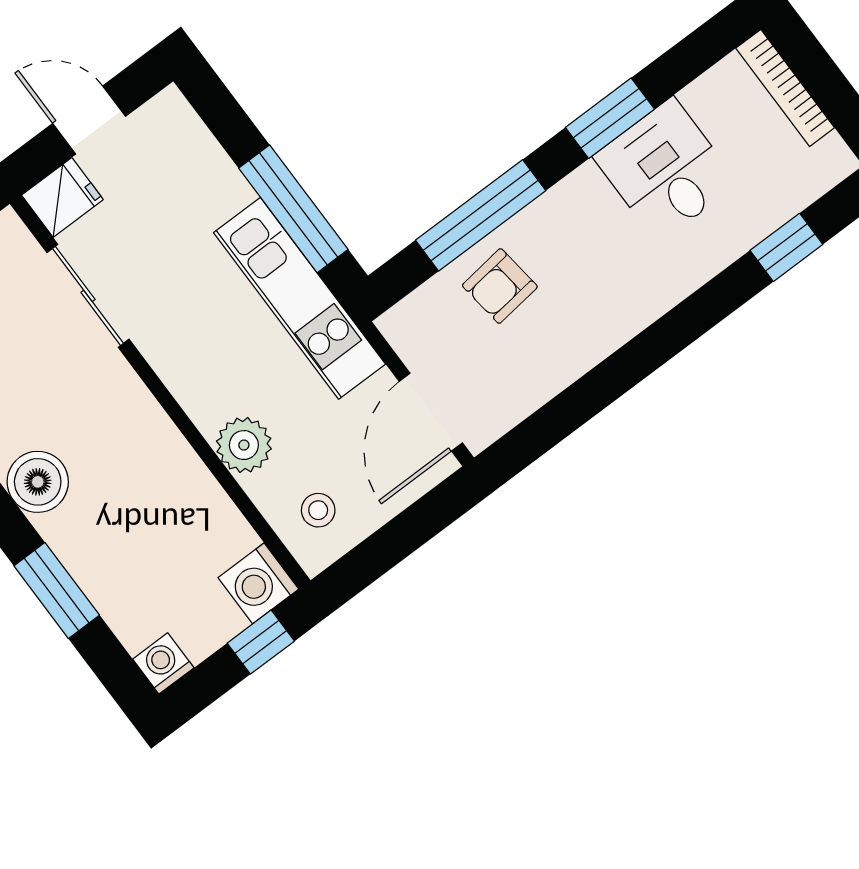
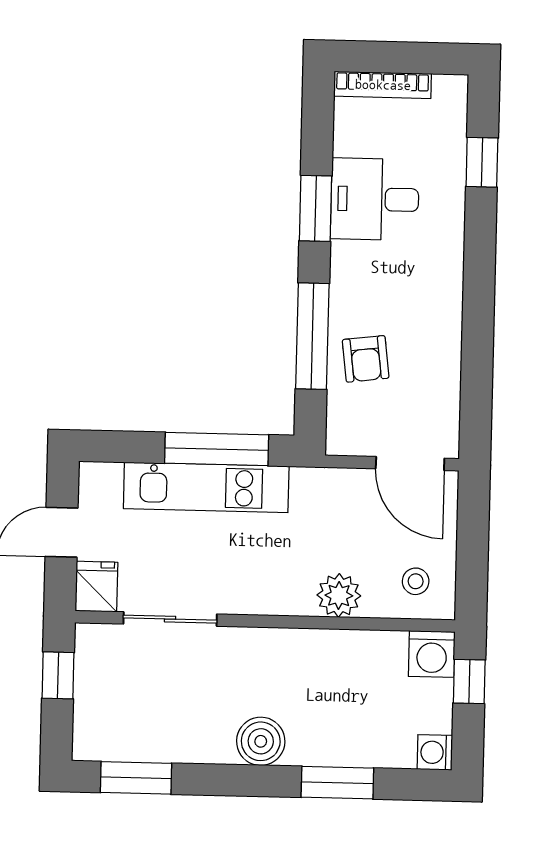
kitchen unit: (299, 298) -> (206, 487), moved

